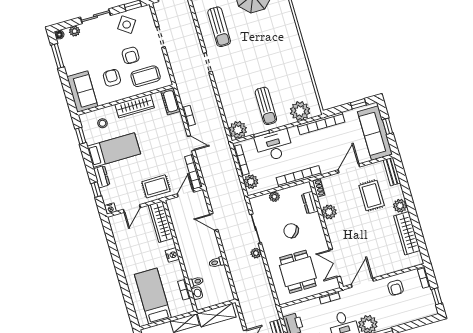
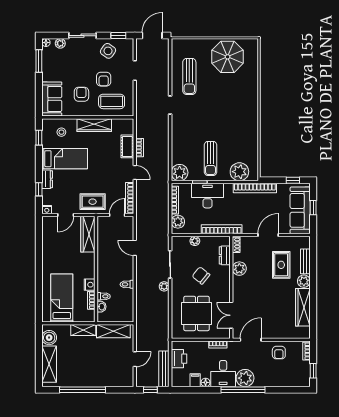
cot: (171, 101) -> (127, 146), moved
bench: (392, 171) -> (305, 261), moved
nightstand: (172, 255) -> (90, 285), moved

